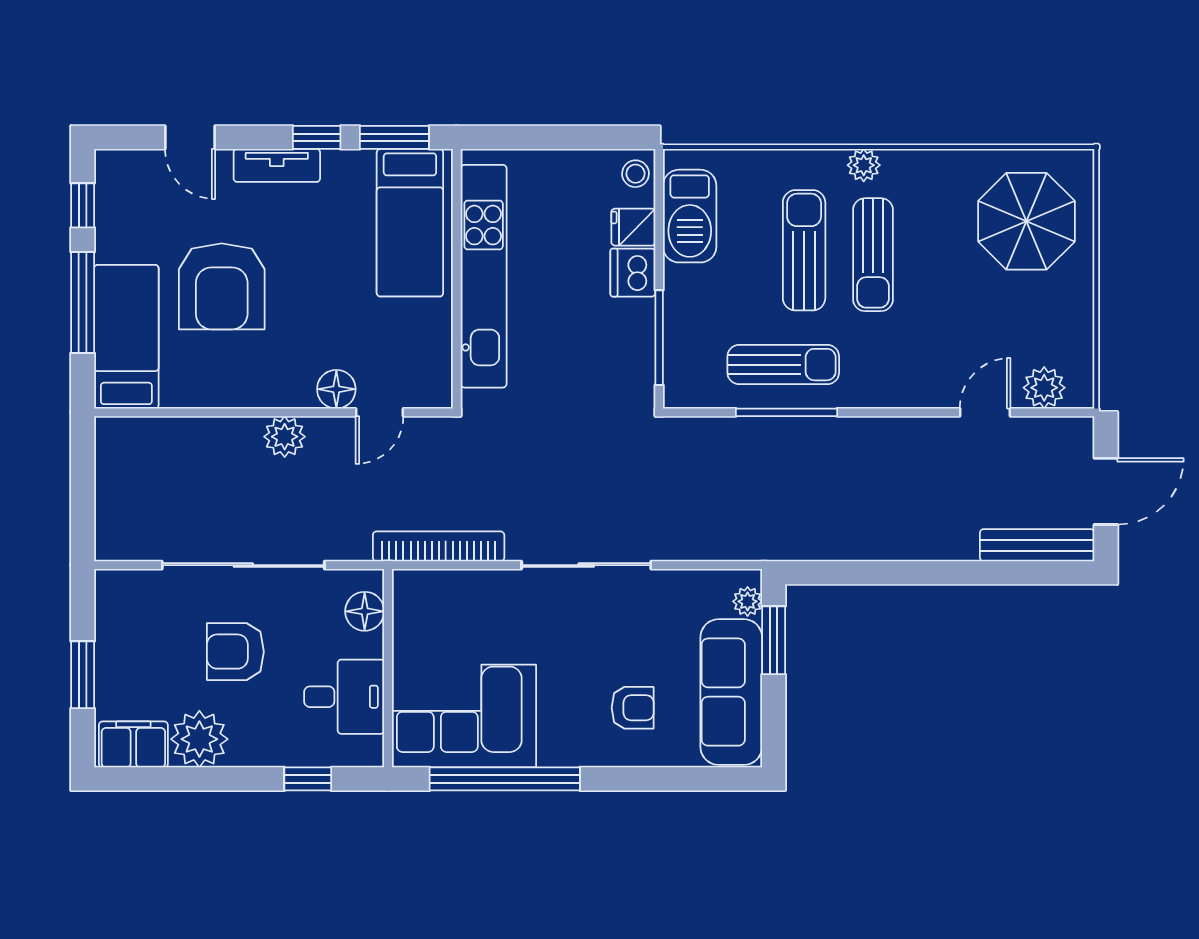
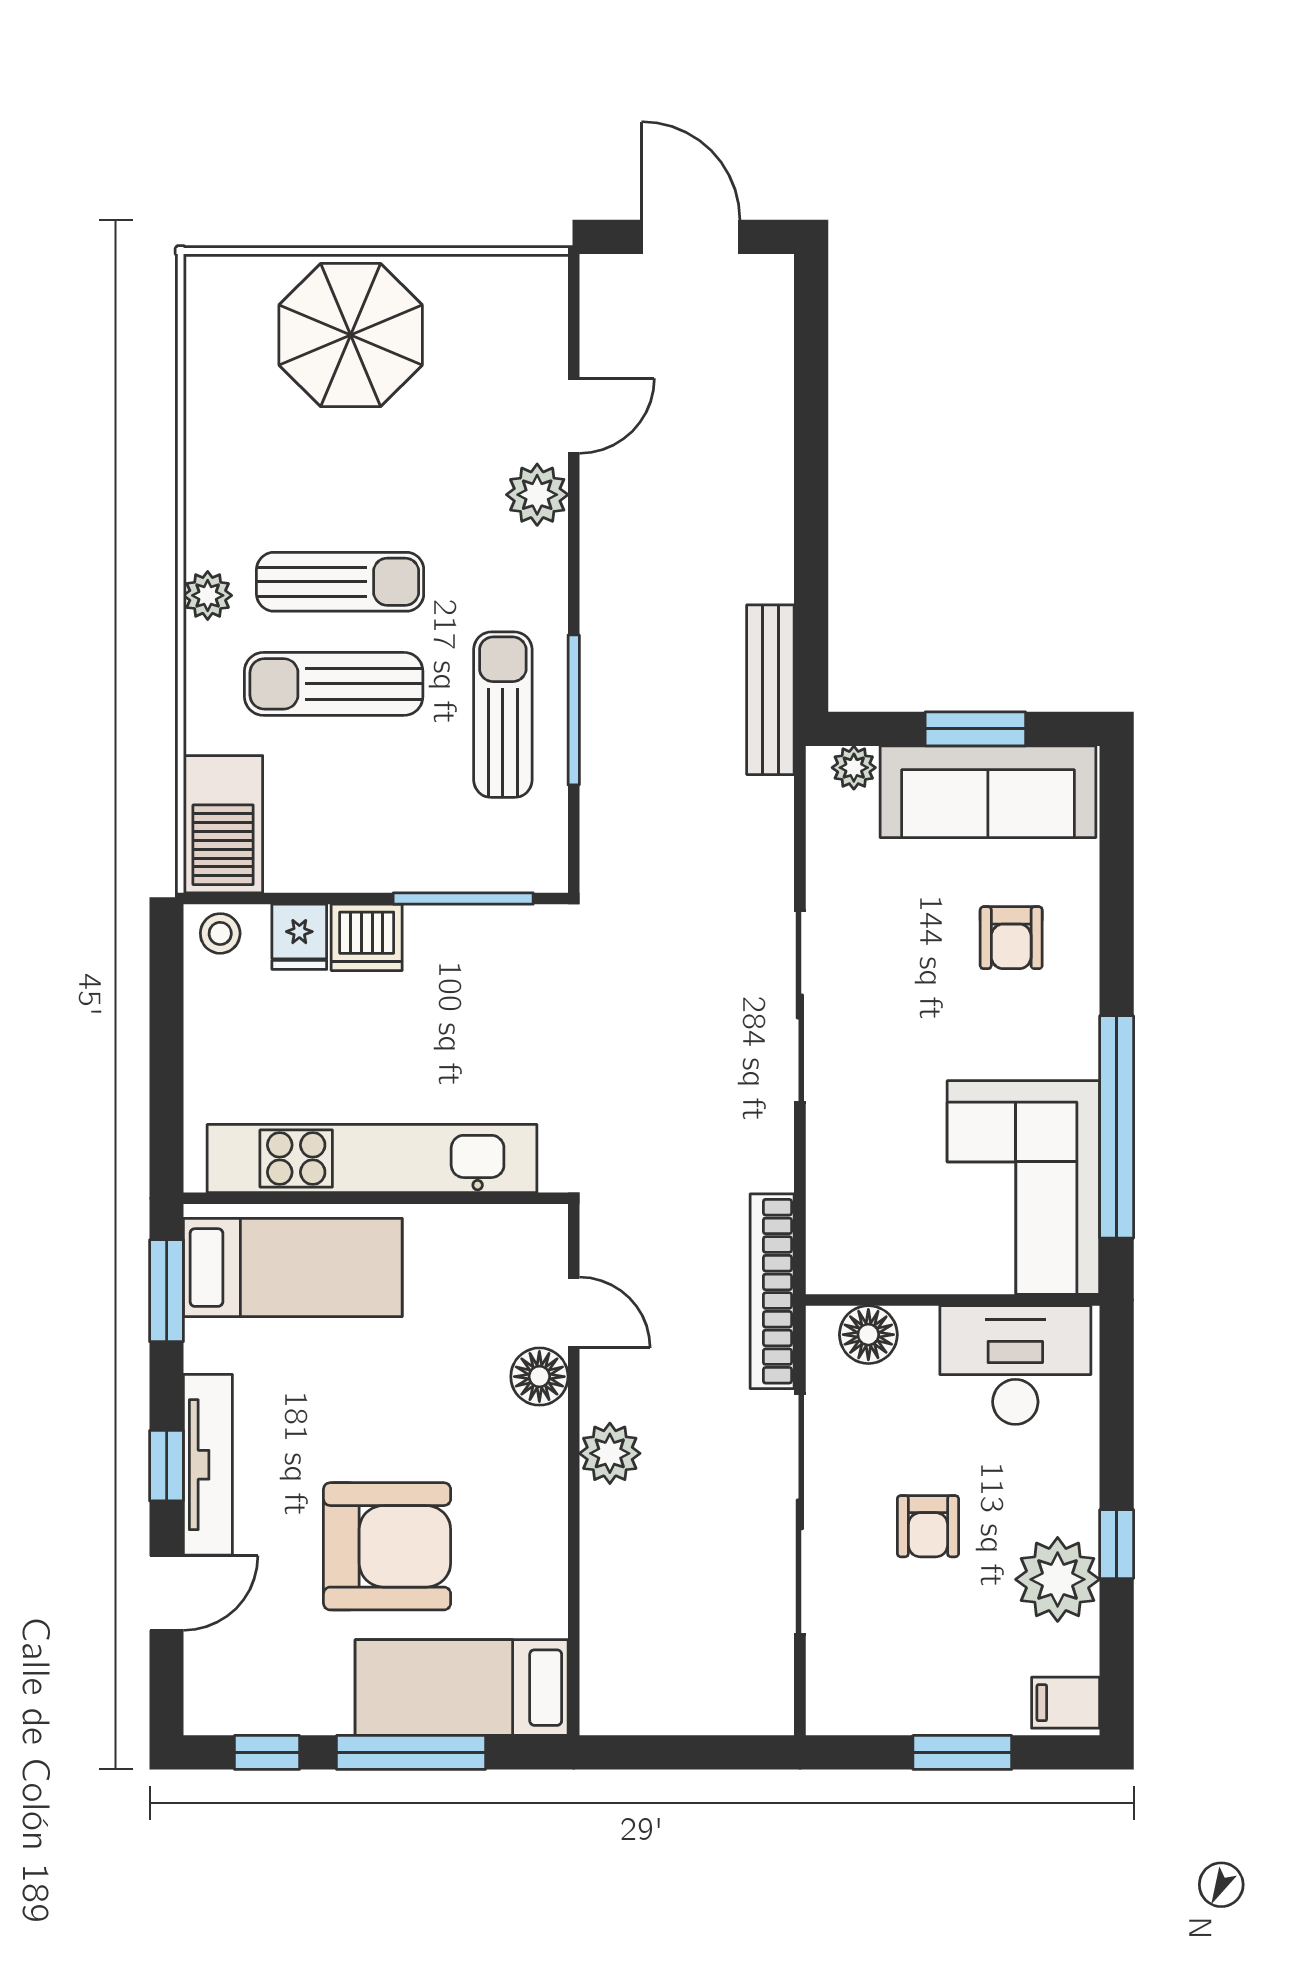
window: (317, 137) -> (167, 1466), moved
tv unit: (277, 165) -> (208, 1465), width x1.41
barbecue: (690, 216) -> (223, 824), moved, turned 90
parasol: (1026, 221) -> (351, 335), moved
plant: (1044, 388) -> (537, 495), moved
door: (985, 412) -> (574, 416), swing flipped
bench: (1037, 545) -> (770, 690), moved
bookcase: (439, 546) -> (772, 1291), moved
window: (774, 640) -> (975, 729), moved
armchair: (235, 652) -> (928, 1526), width x0.72, depth x0.72
desk: (344, 697) -> (1015, 1365), width x1.37
armchair: (633, 708) -> (1011, 938), turned 180
filing cabinet: (133, 744) -> (1066, 1703), width x0.50
window: (308, 779) -> (1117, 1544), moved

